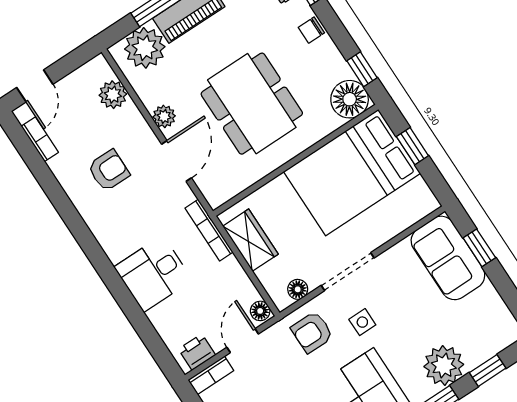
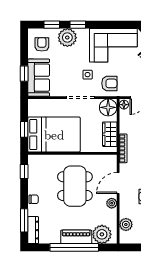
floor lamp: (350, 99) -> (36, 163), removed
floor lamp: (298, 289) -> (108, 107), width x1.89, depth x1.89
armchair: (482, 323) -> (42, 44), added

